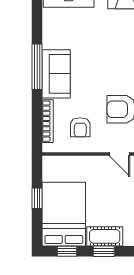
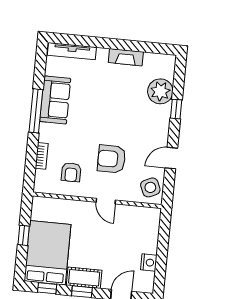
sofa: (56, 74) -> (55, 100), moved
bookcase: (48, 121) -> (42, 156), width x0.64

